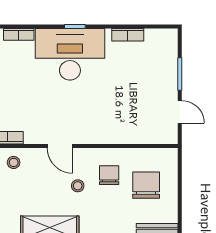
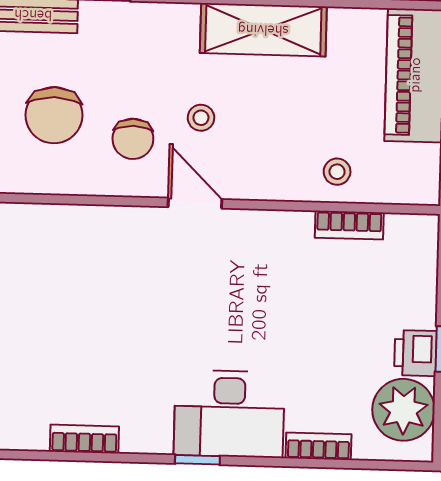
desk: (70, 54) -> (229, 414), width x0.73, depth x0.77
door: (60, 146) -> (195, 203), moved

